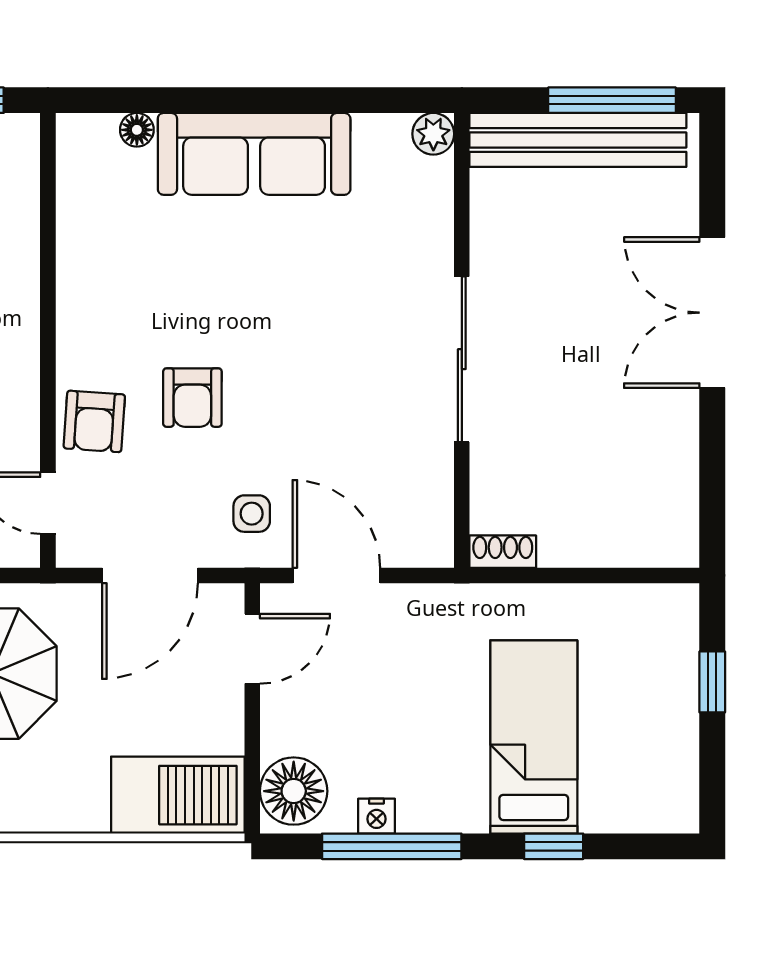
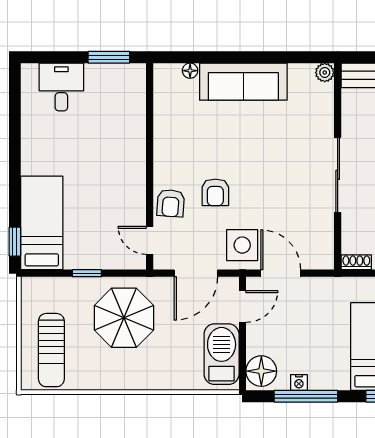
side table: (252, 514) -> (242, 245), width x1.87, depth x1.87
barbecue: (178, 795) -> (222, 354), moved, turned -90

